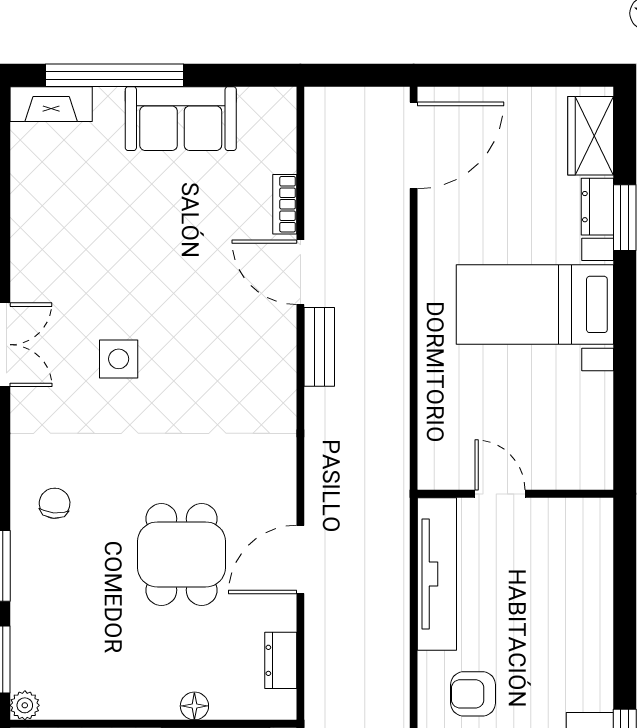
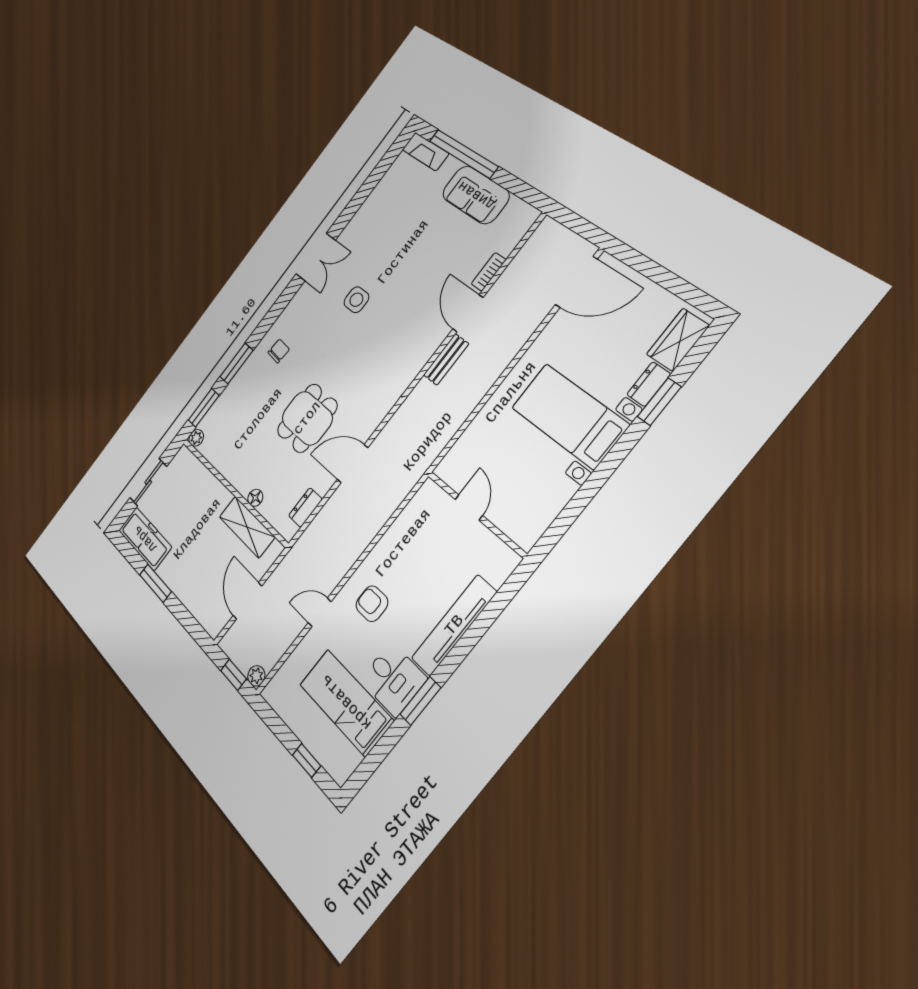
tv unit: (437, 574) -> (454, 625), moved, turned 180

